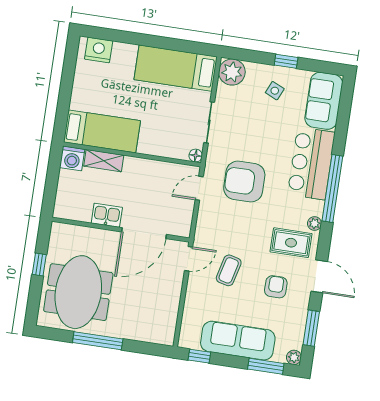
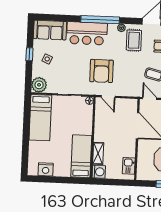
nightstand: (99, 50) -> (46, 169), moved, turned -90
kitchen sink: (107, 215) -> (129, 166), moved

